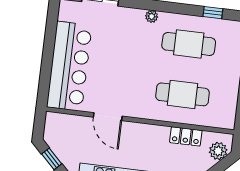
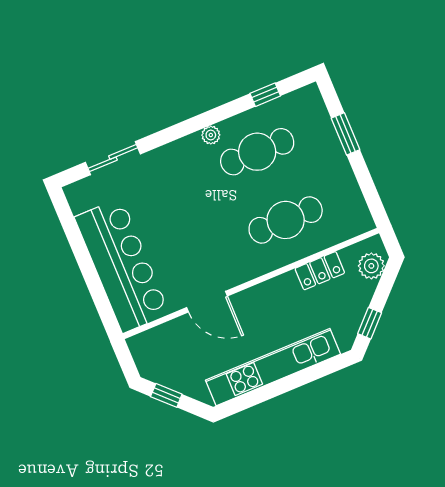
plant: (152, 16) -> (211, 135), moved

